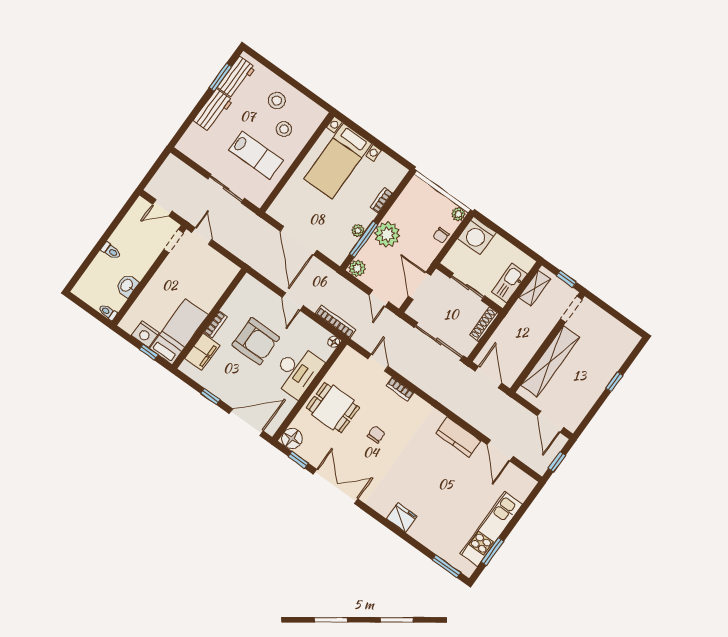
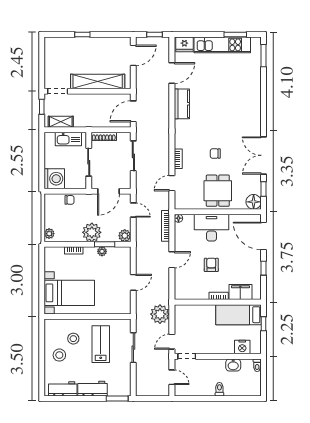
window: (220, 77) -> (117, 399), moved
plant: (458, 214) -> (49, 234), moved
window: (364, 239) -> (105, 244), width x0.69
door: (298, 241) -> (133, 282), width x0.53
plant: (242, 245) -> (160, 314), added
door: (379, 298) -> (133, 210), hinge flipped
nightstand: (145, 334) -> (242, 347), moved, turned 90
armchair: (256, 341) -> (211, 265), width x0.53, depth x0.53
sliding door: (439, 342) -> (133, 156), width x0.73
fridge: (402, 517) -> (184, 44), moved, turned -90

